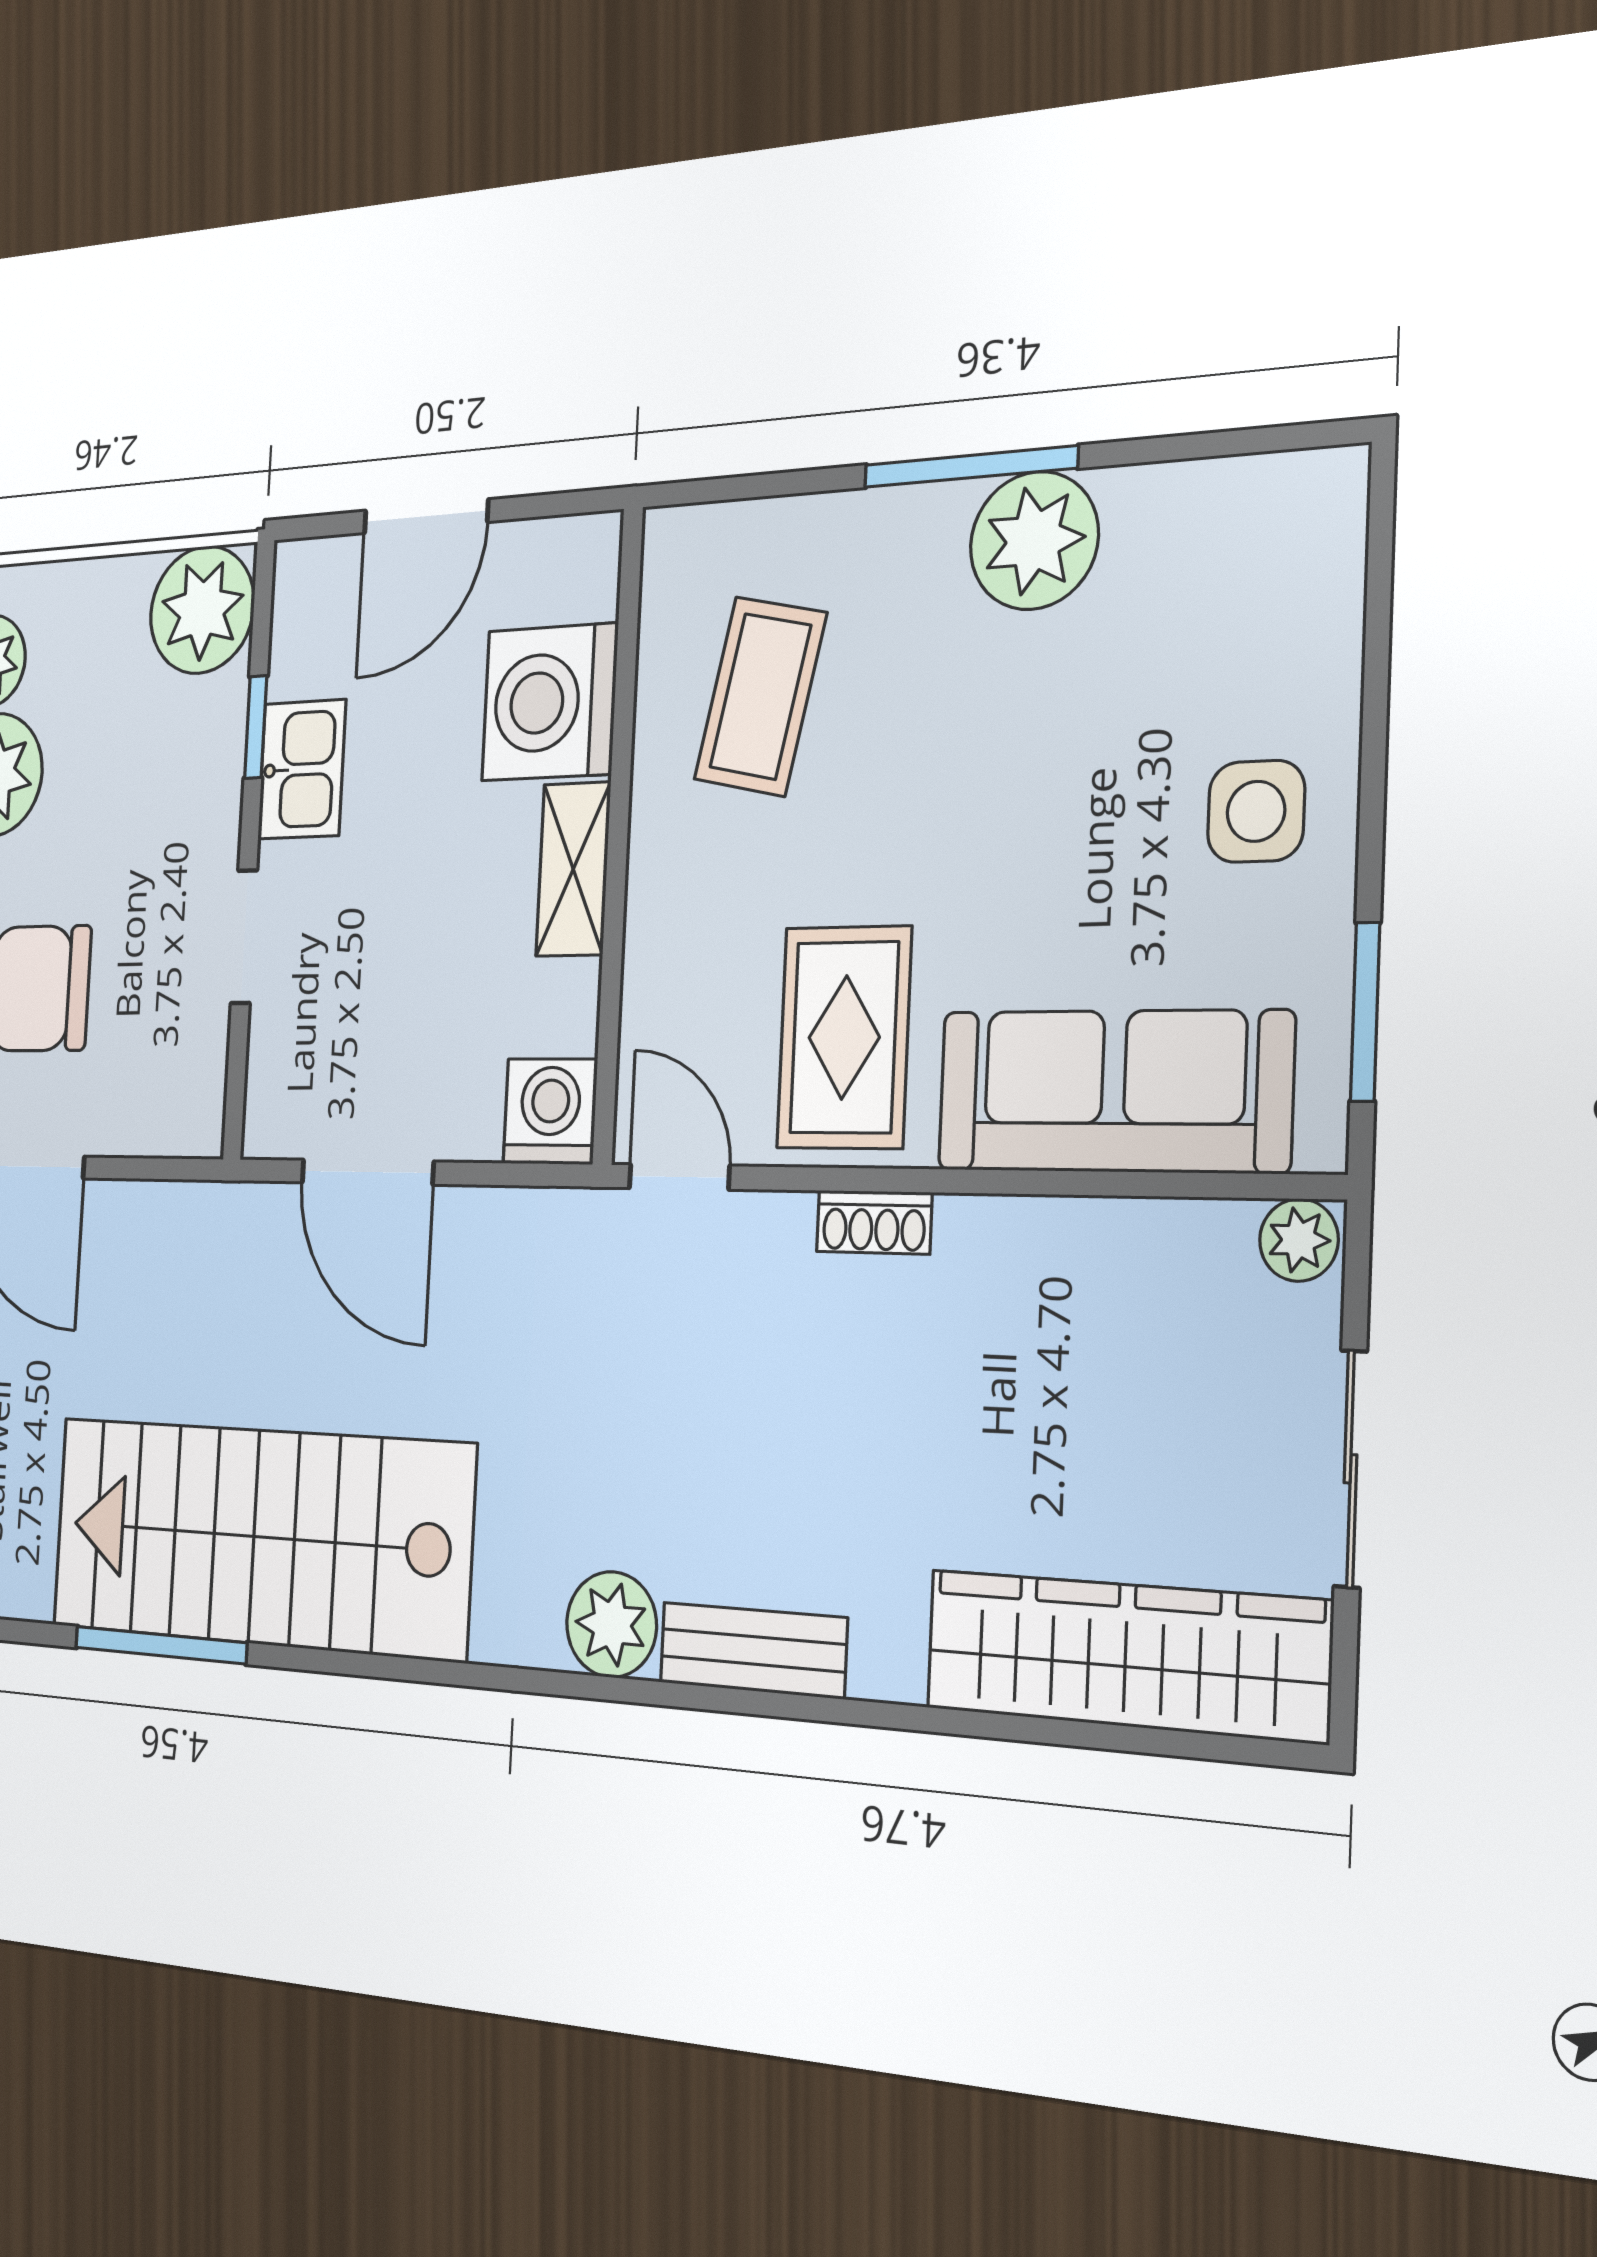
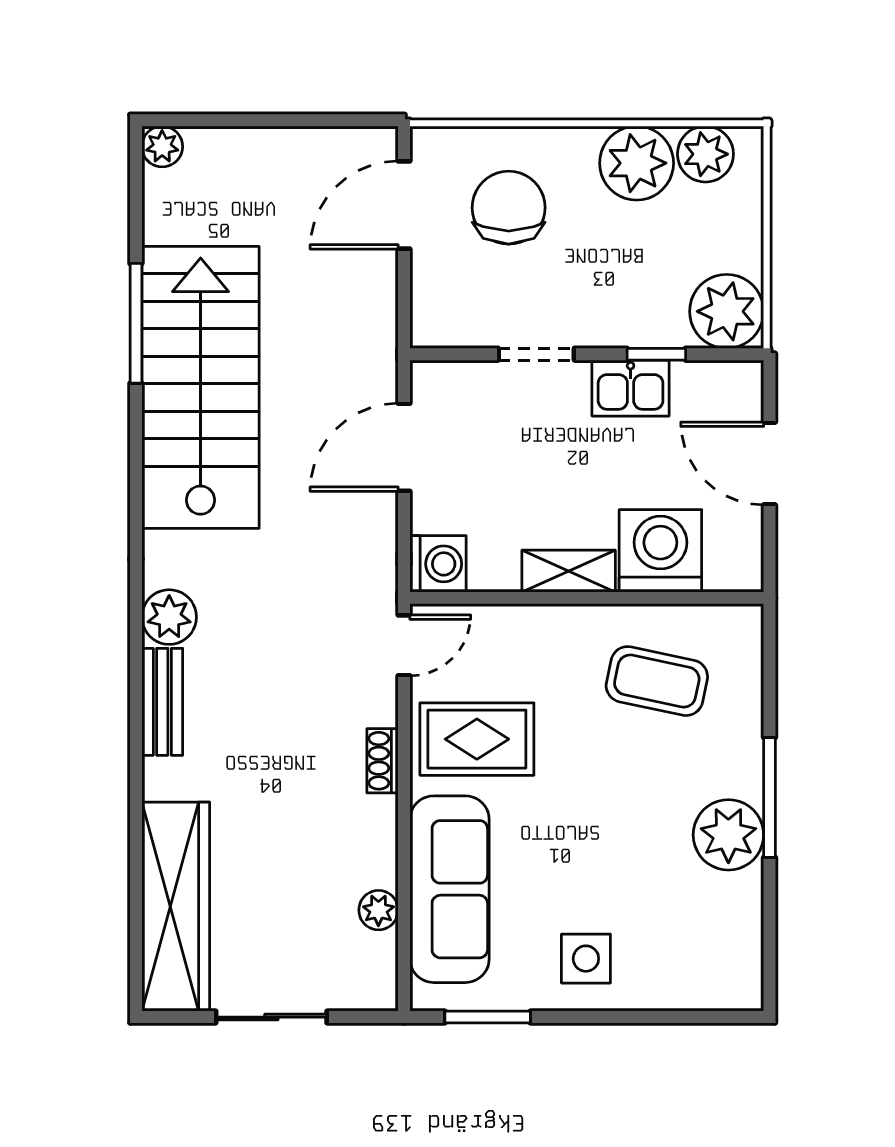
plant: (1299, 1240) -> (378, 910), moved

